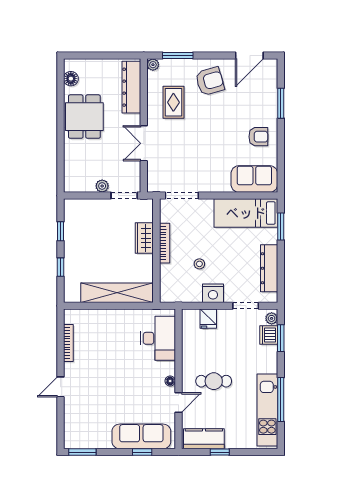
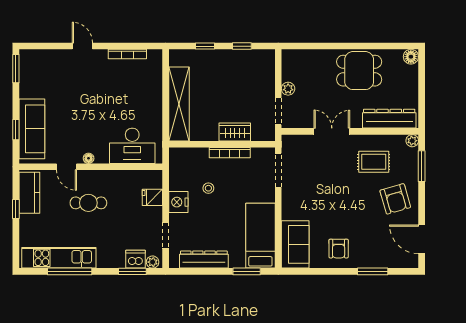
floor lamp: (71, 79) -> (411, 57), moved
cafe table: (214, 381) -> (88, 203), turned 90

